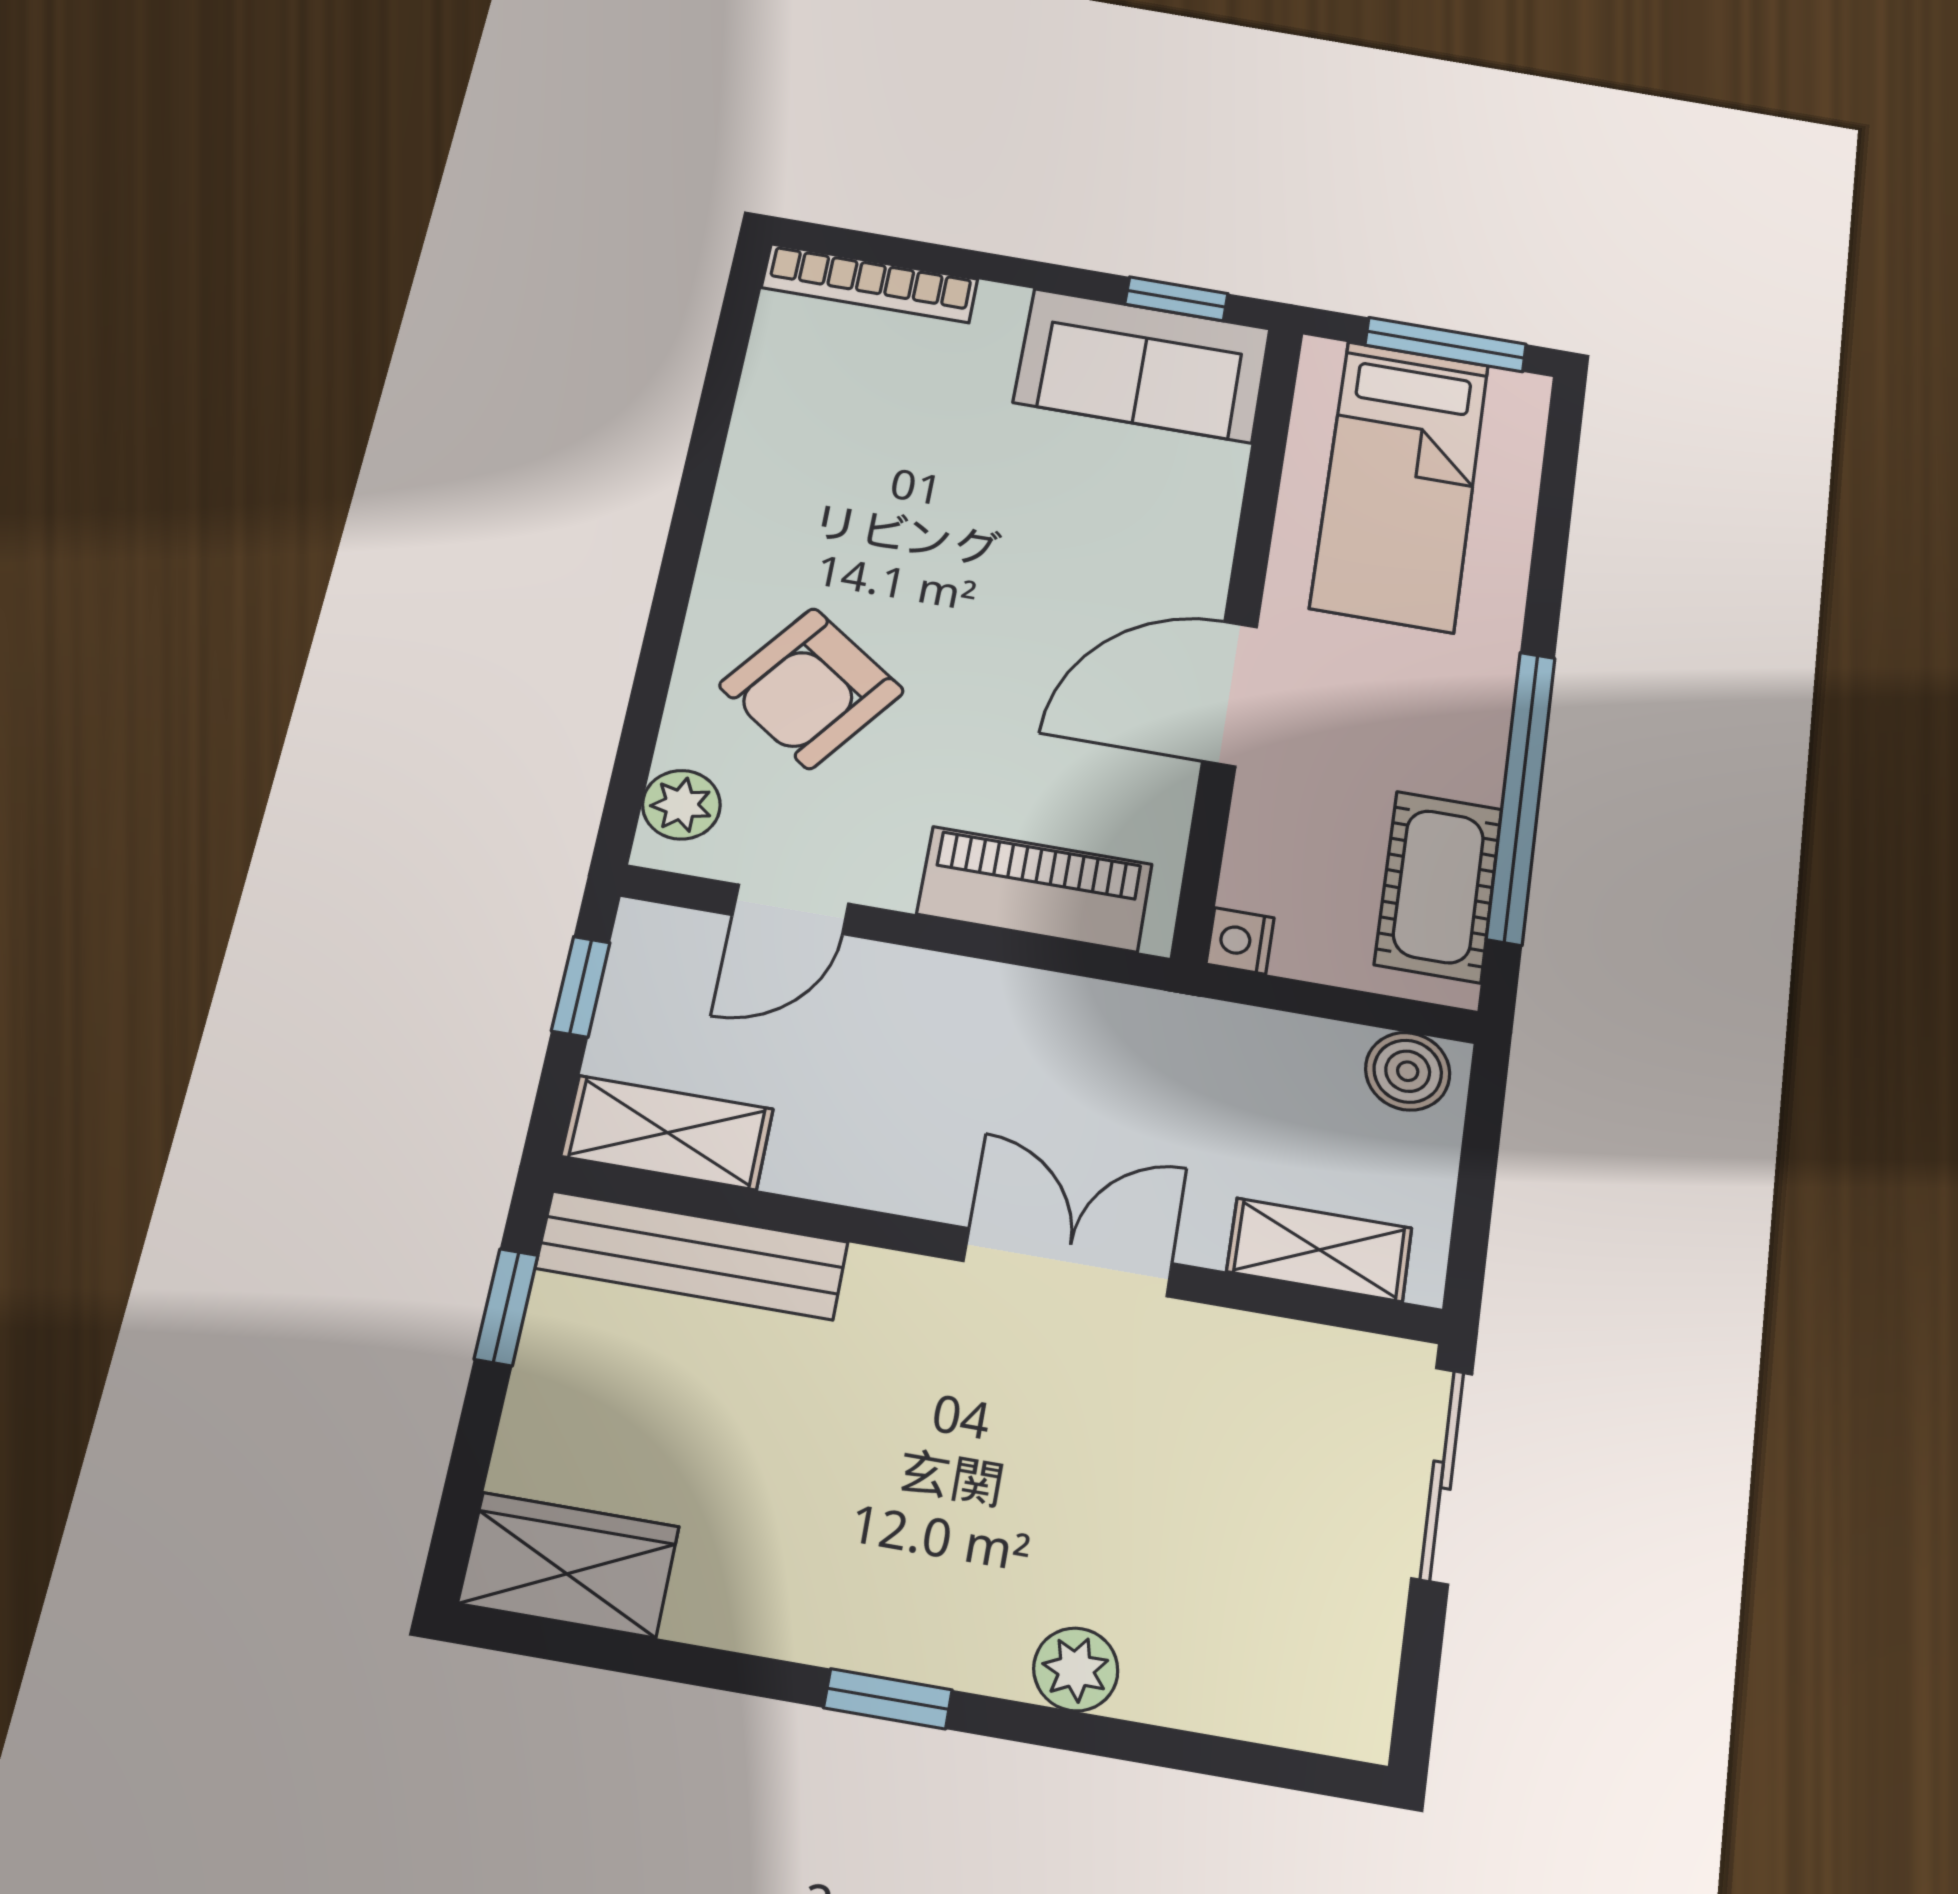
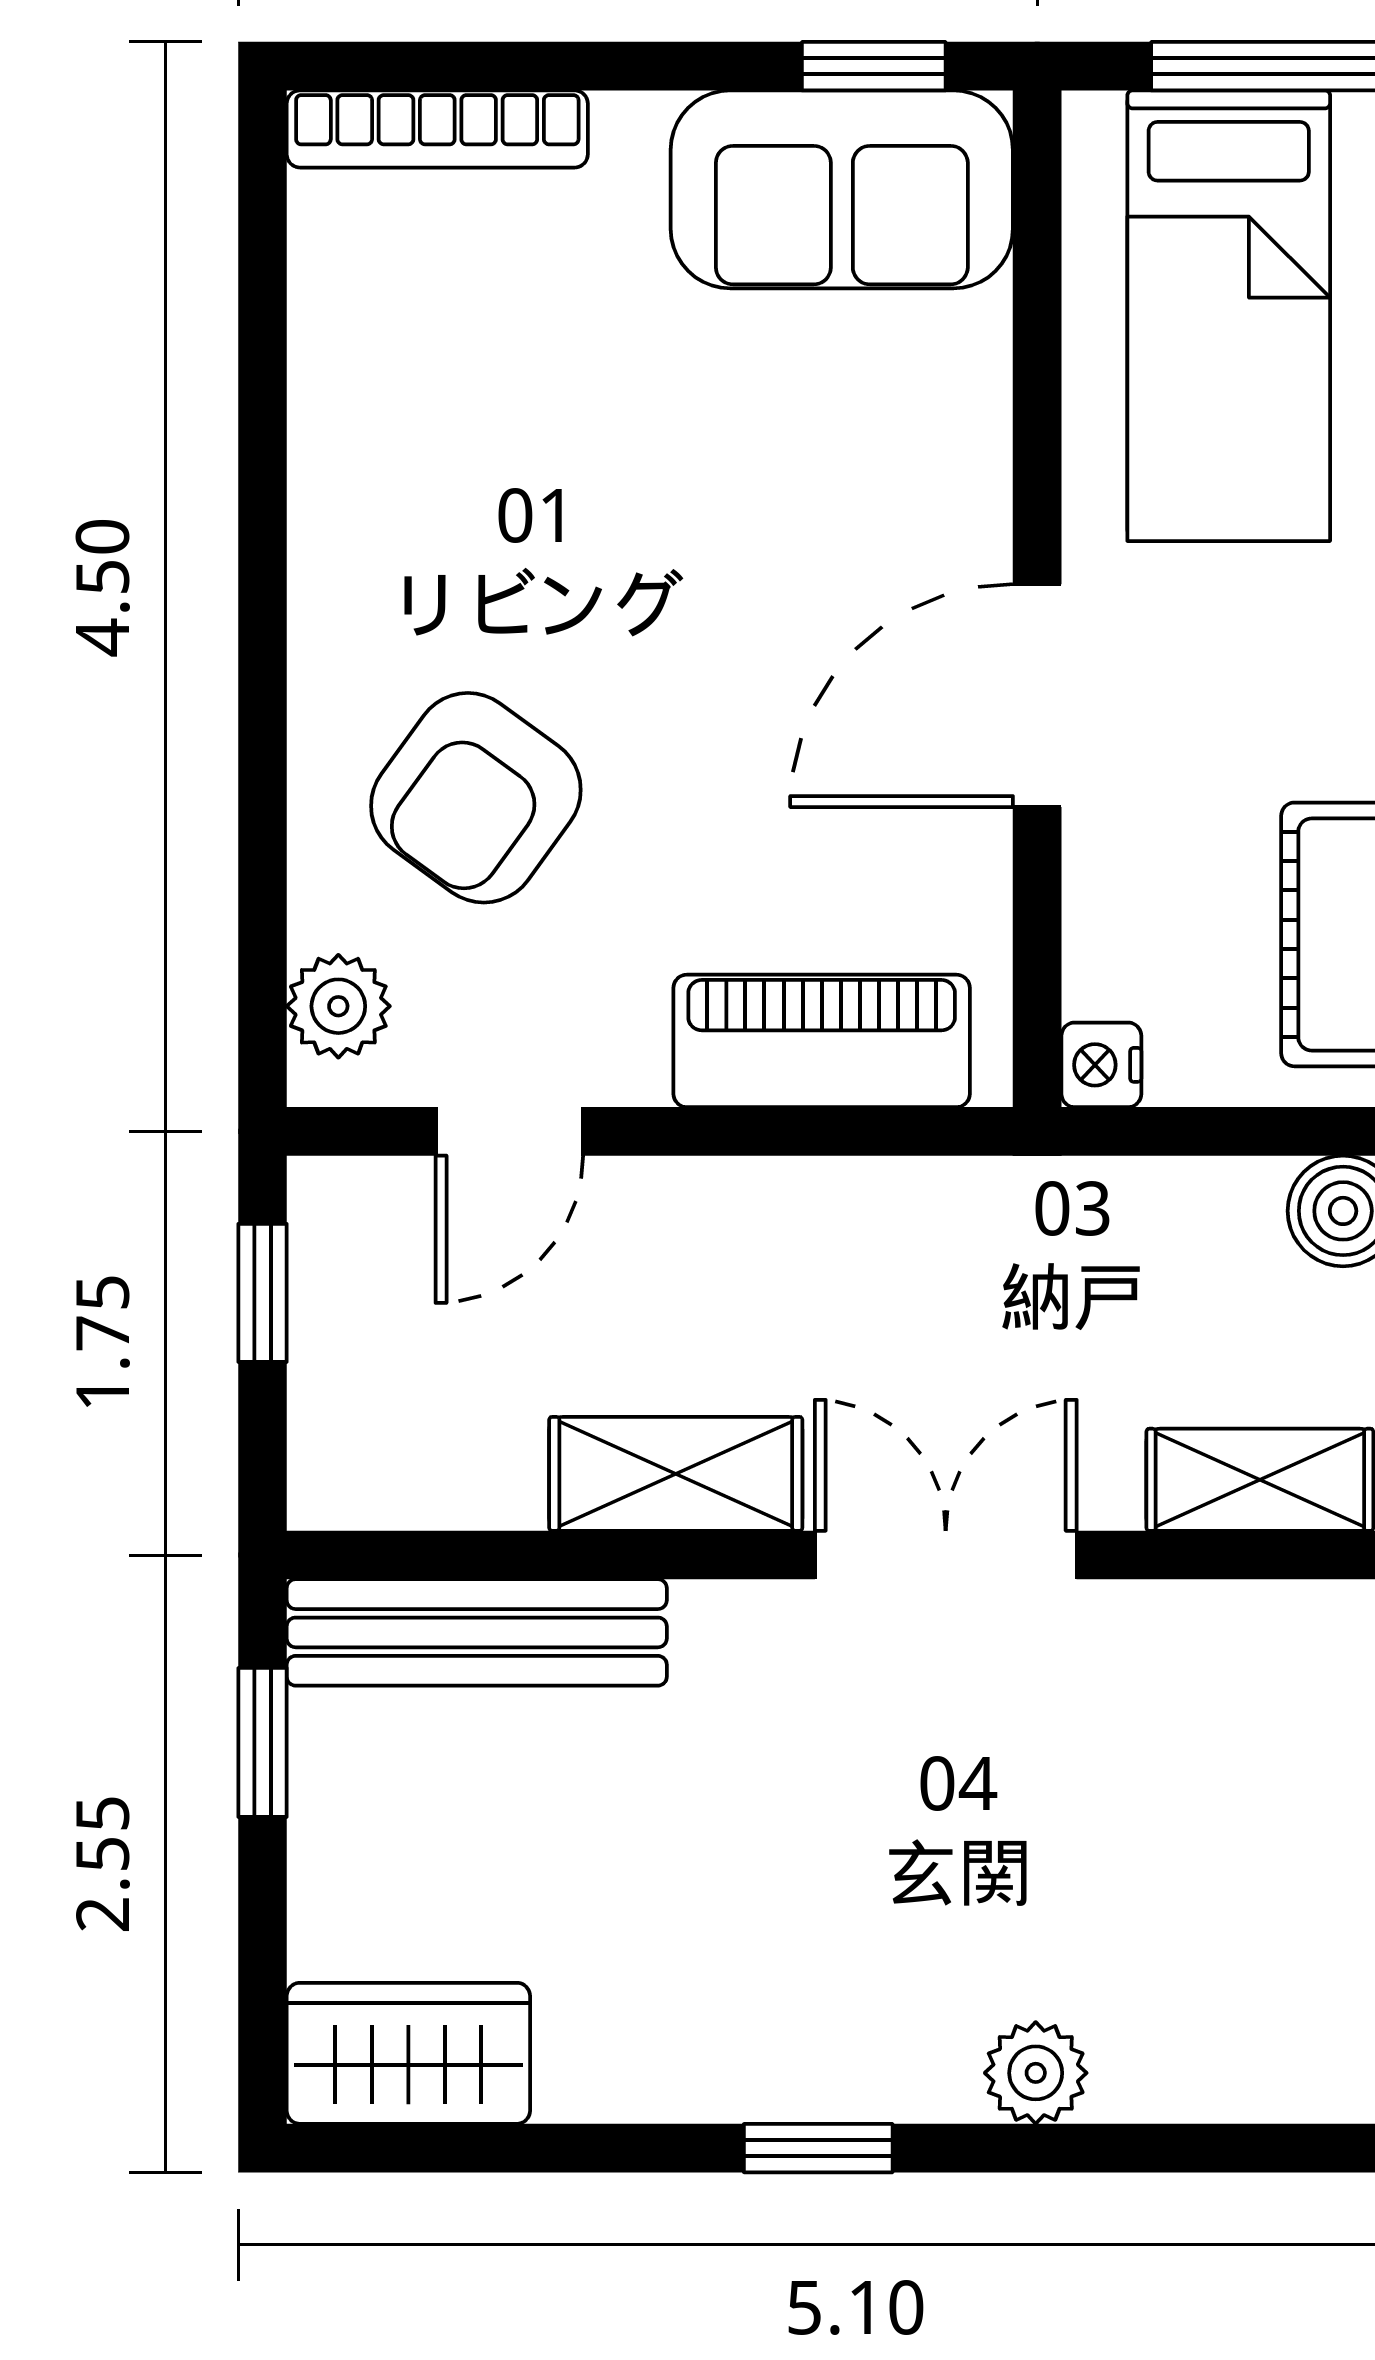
shelving: (667, 1133) -> (676, 1474), moved

